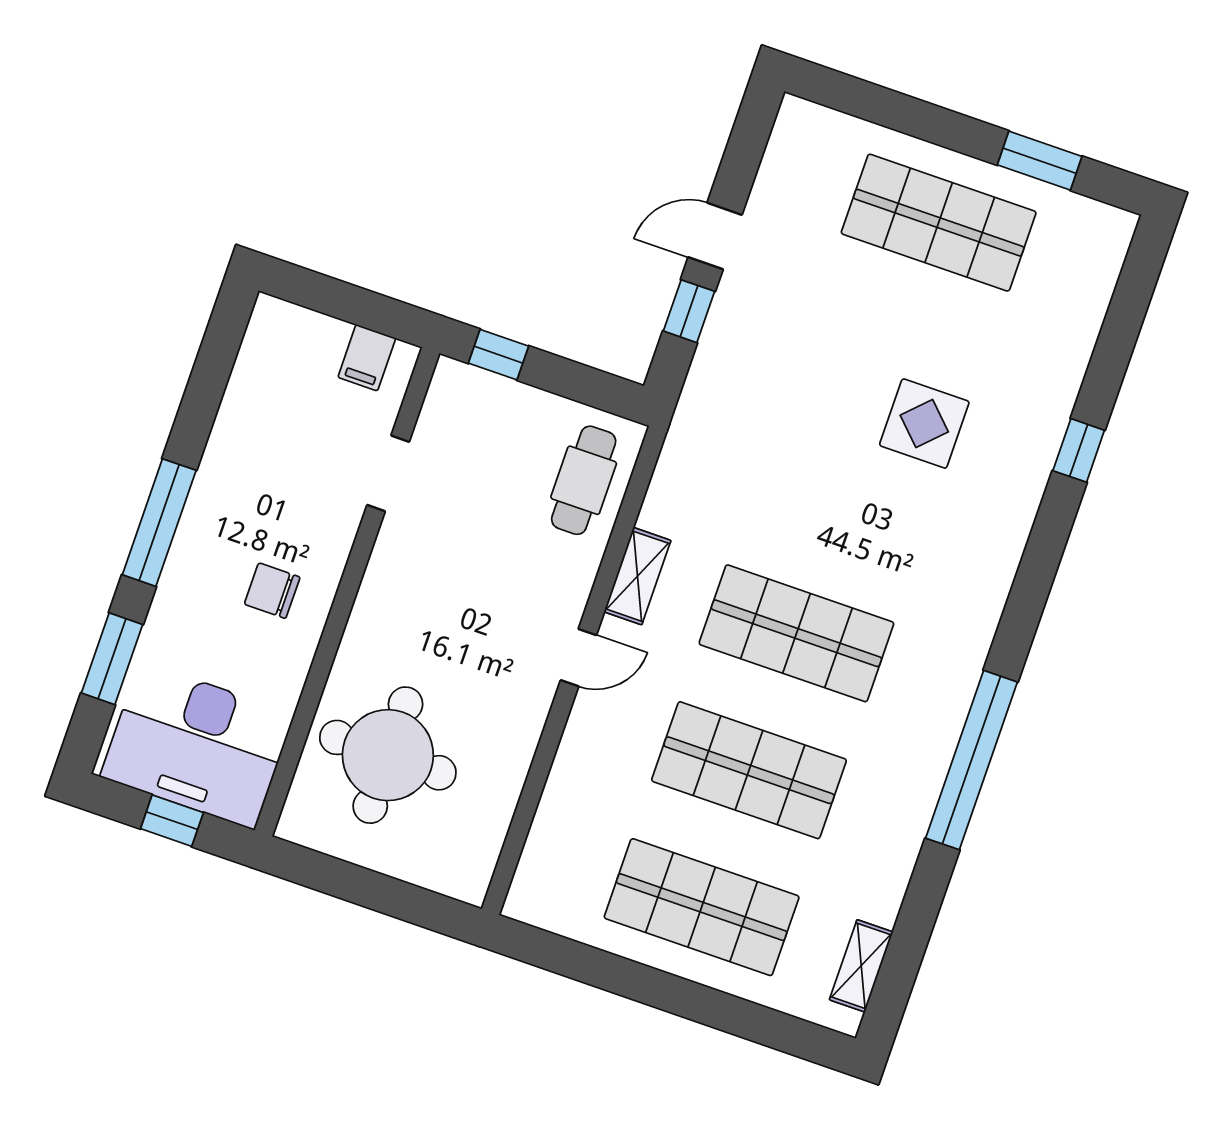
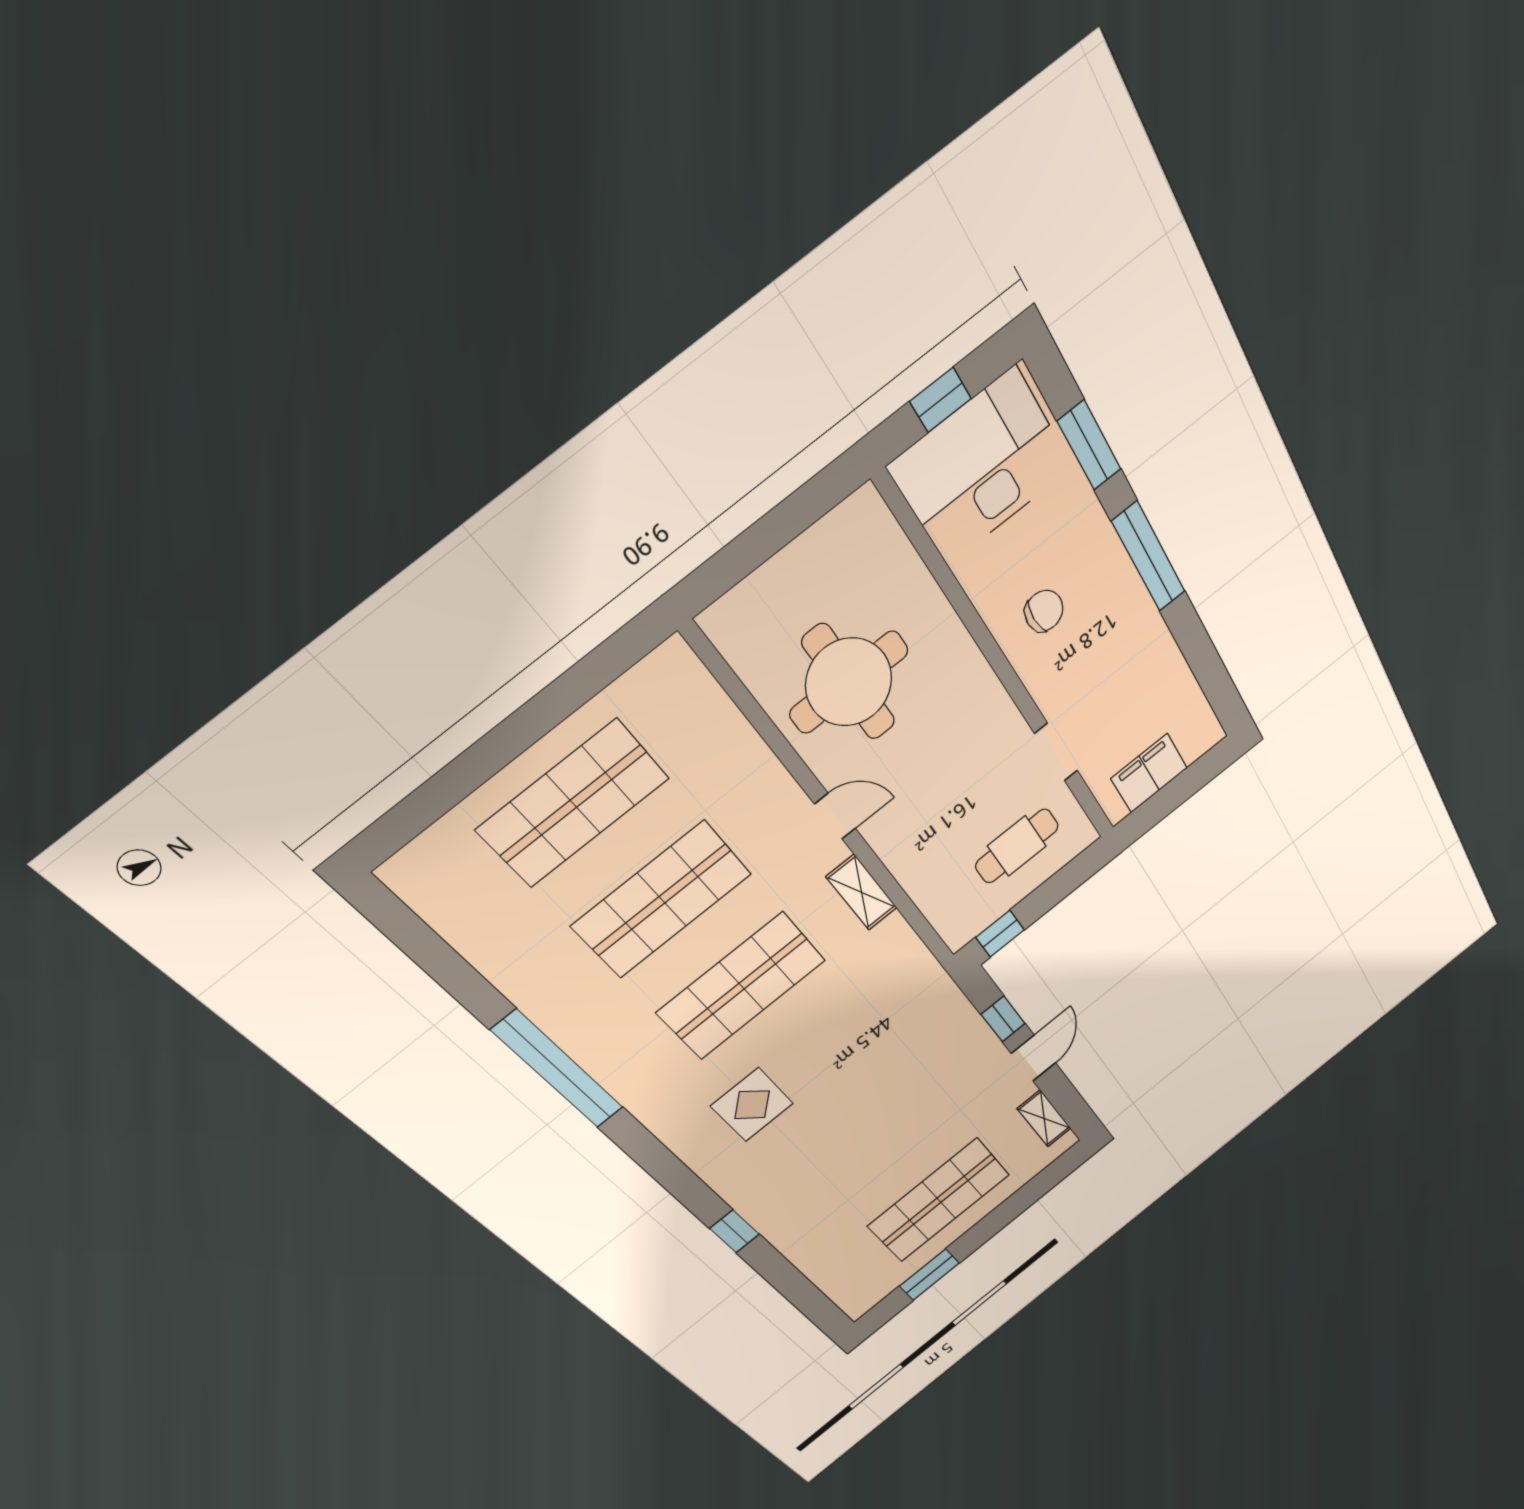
window: (498, 355) -> (1000, 934), moved
filing cabinet: (367, 358) -> (1149, 773), width x2.00
display table: (924, 424) -> (752, 1105), moved
cafe table: (584, 480) -> (1017, 846), moved, turned 90
door: (579, 658) -> (835, 816), swing flipped
round table: (388, 755) -> (849, 682), moved
shelving: (861, 966) -> (1044, 1118), moved

